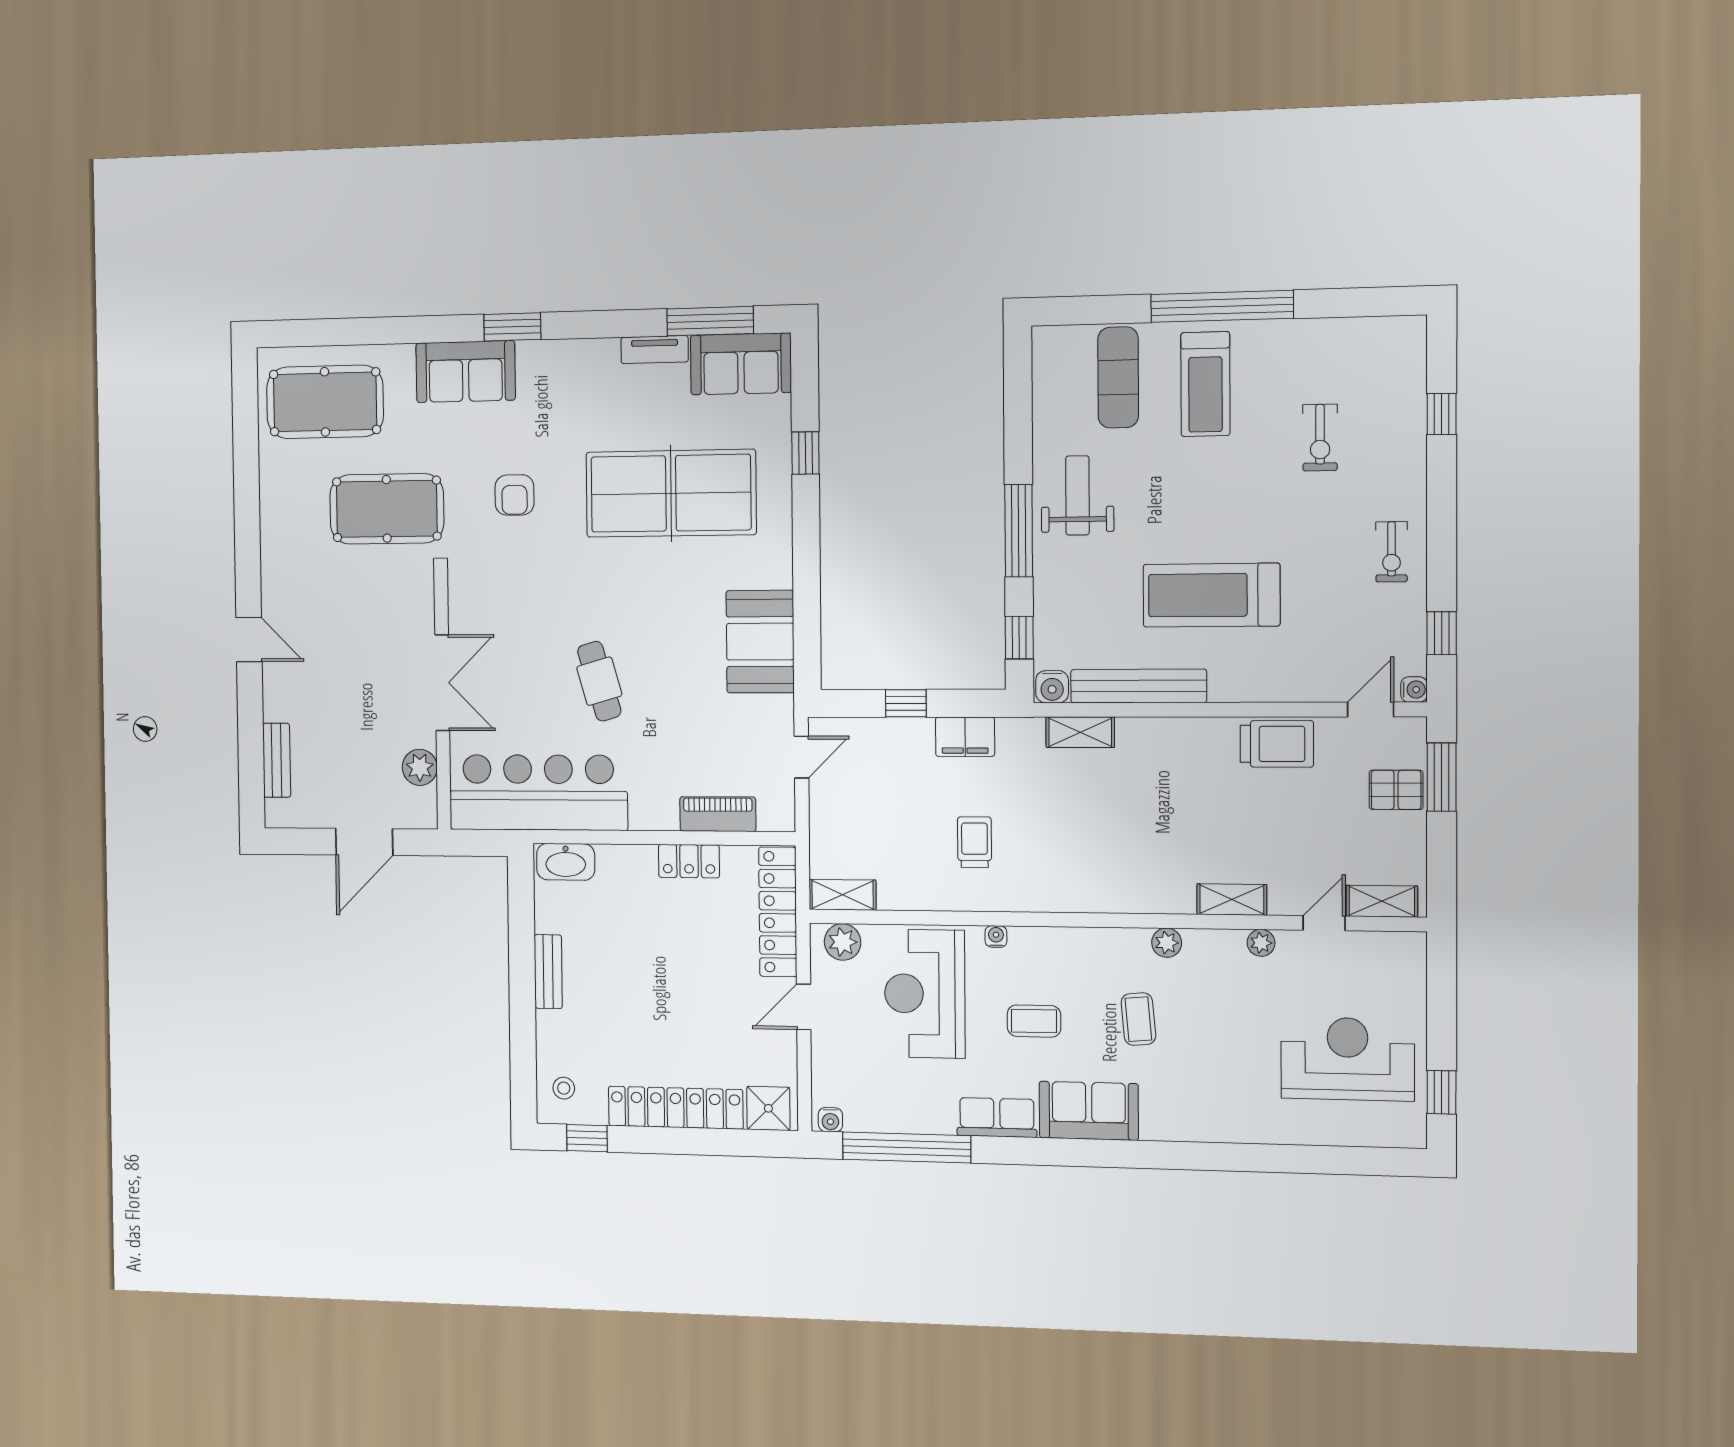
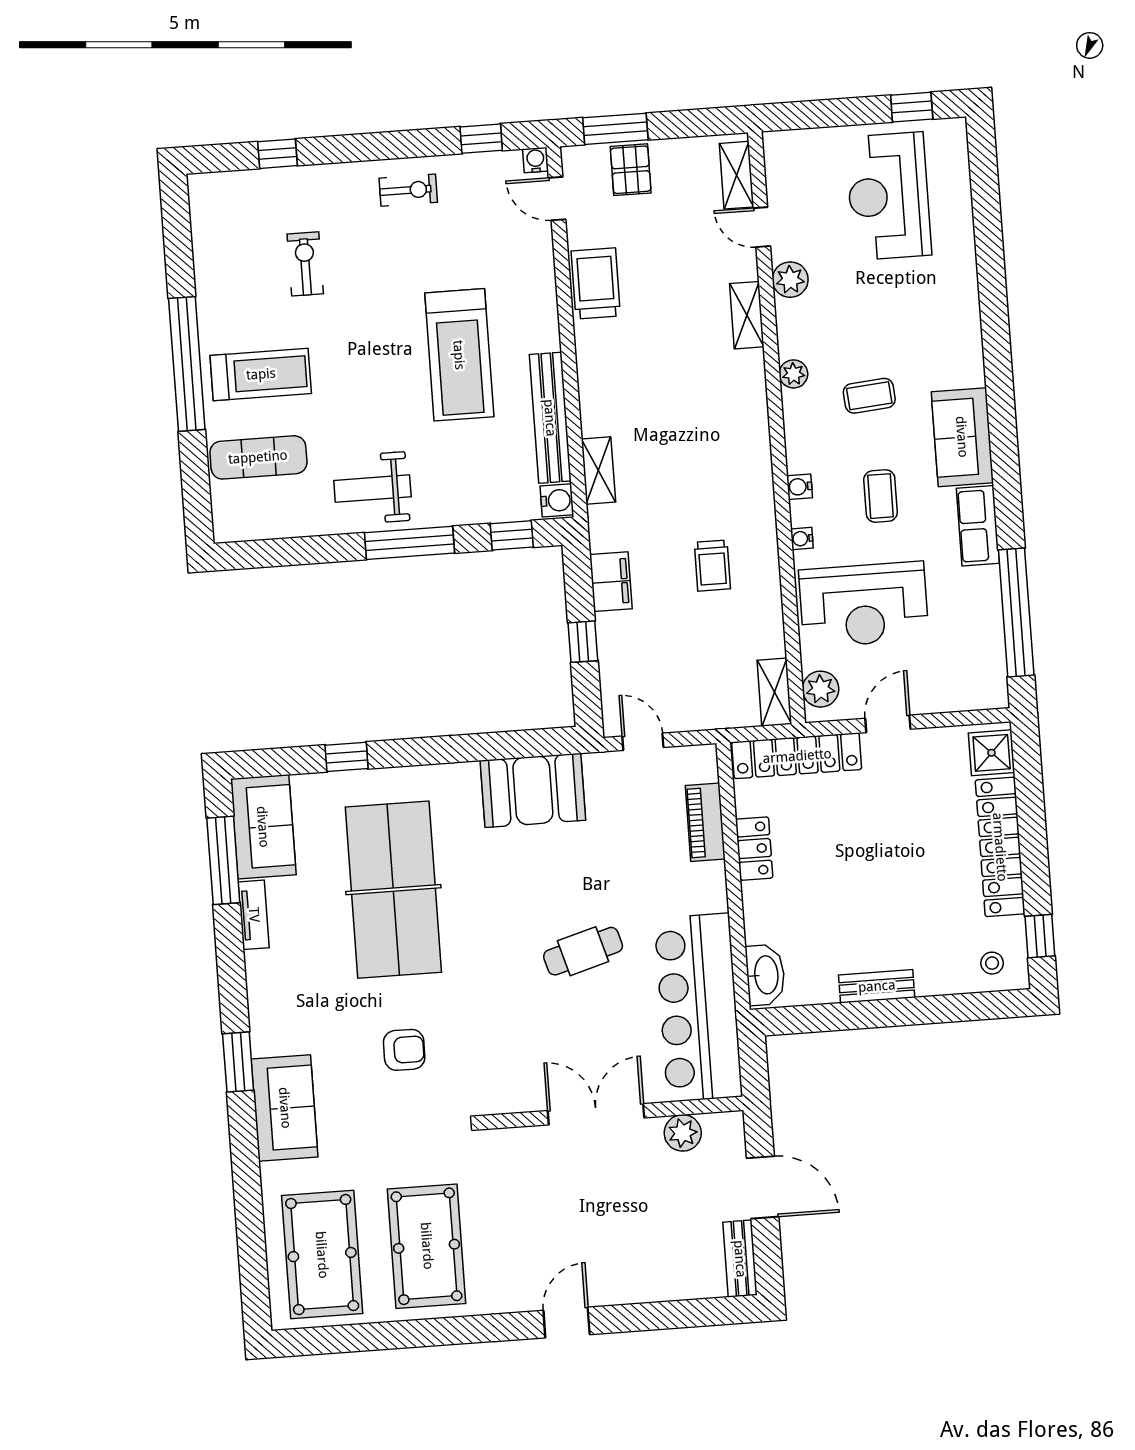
exercise bike: (1320, 438) -> (305, 264), turned -90
pool table: (387, 509) -> (427, 1246), moved
bench: (277, 760) -> (740, 1259), moved, turned 90
trolley: (974, 842) -> (712, 566), turned -90
plant: (1261, 943) -> (790, 280), width x1.38, depth x1.38
door: (804, 1007) -> (888, 724), swing flipped
water cooler: (830, 1120) -> (800, 487), moved, turned 180

